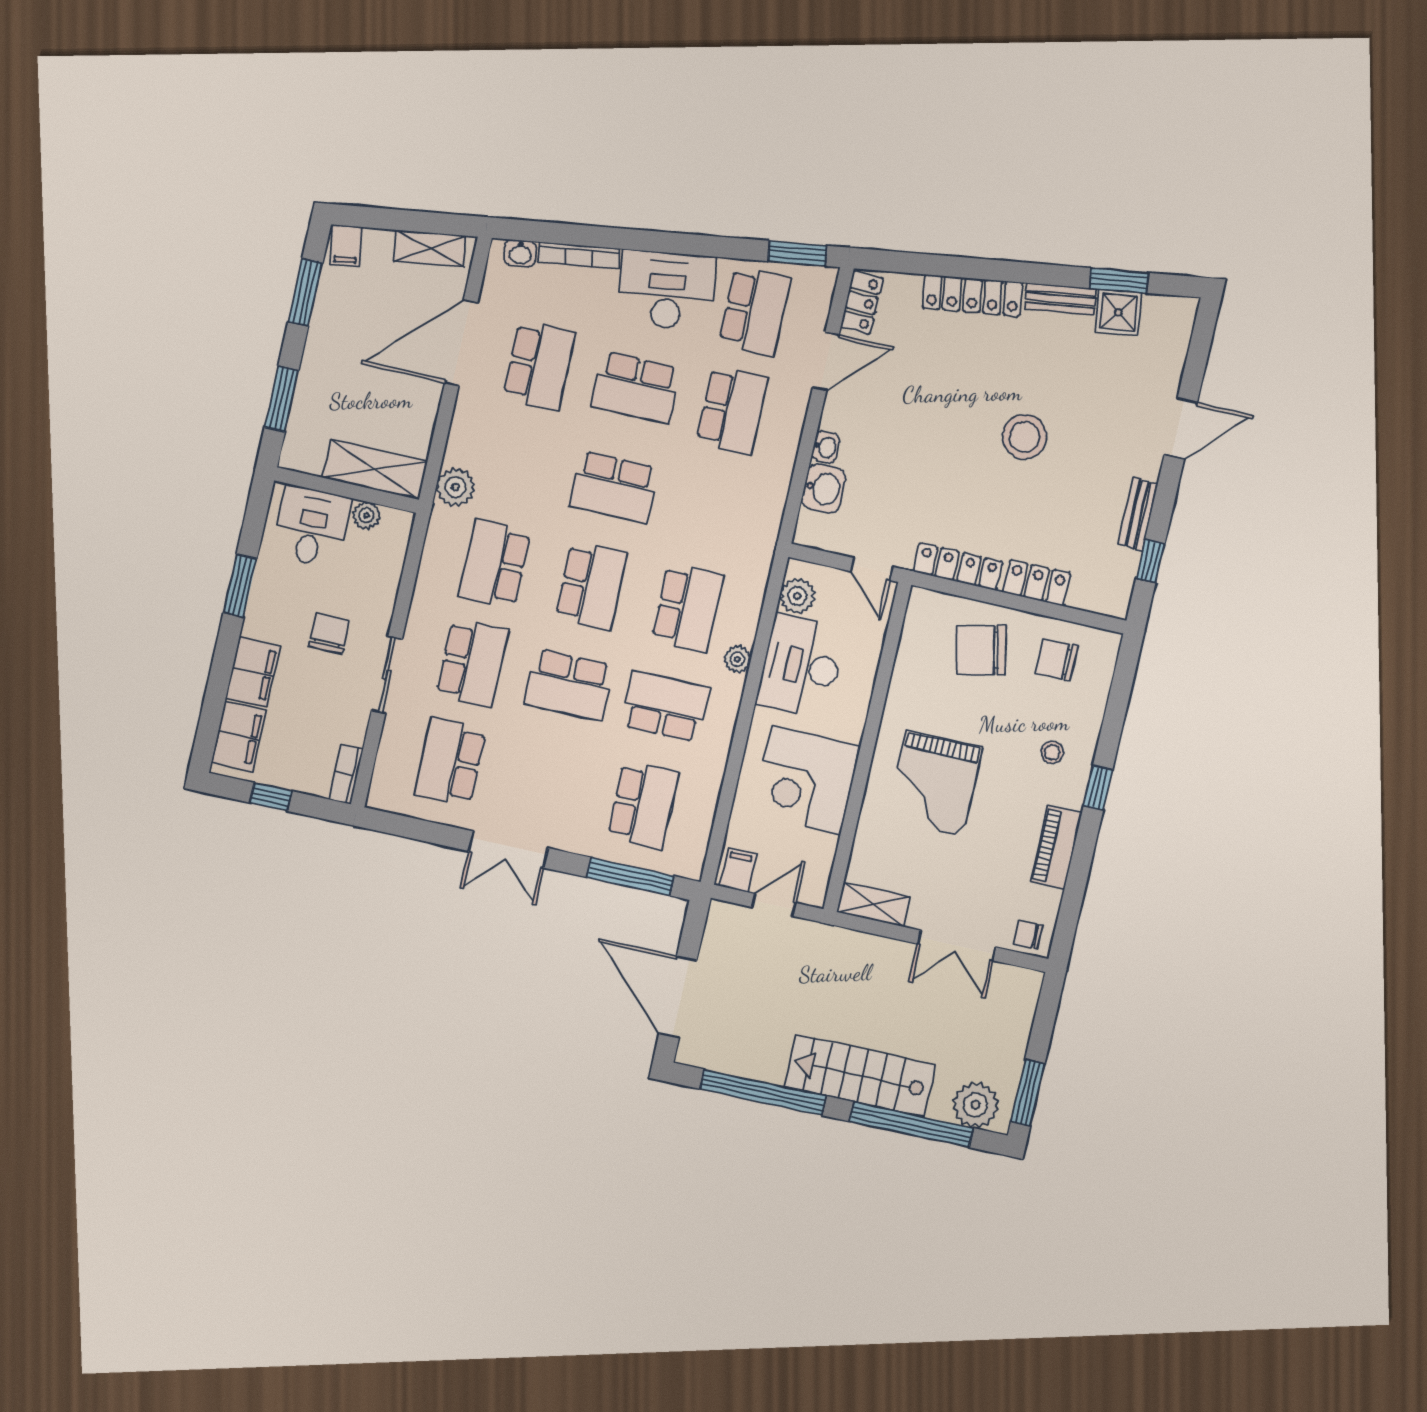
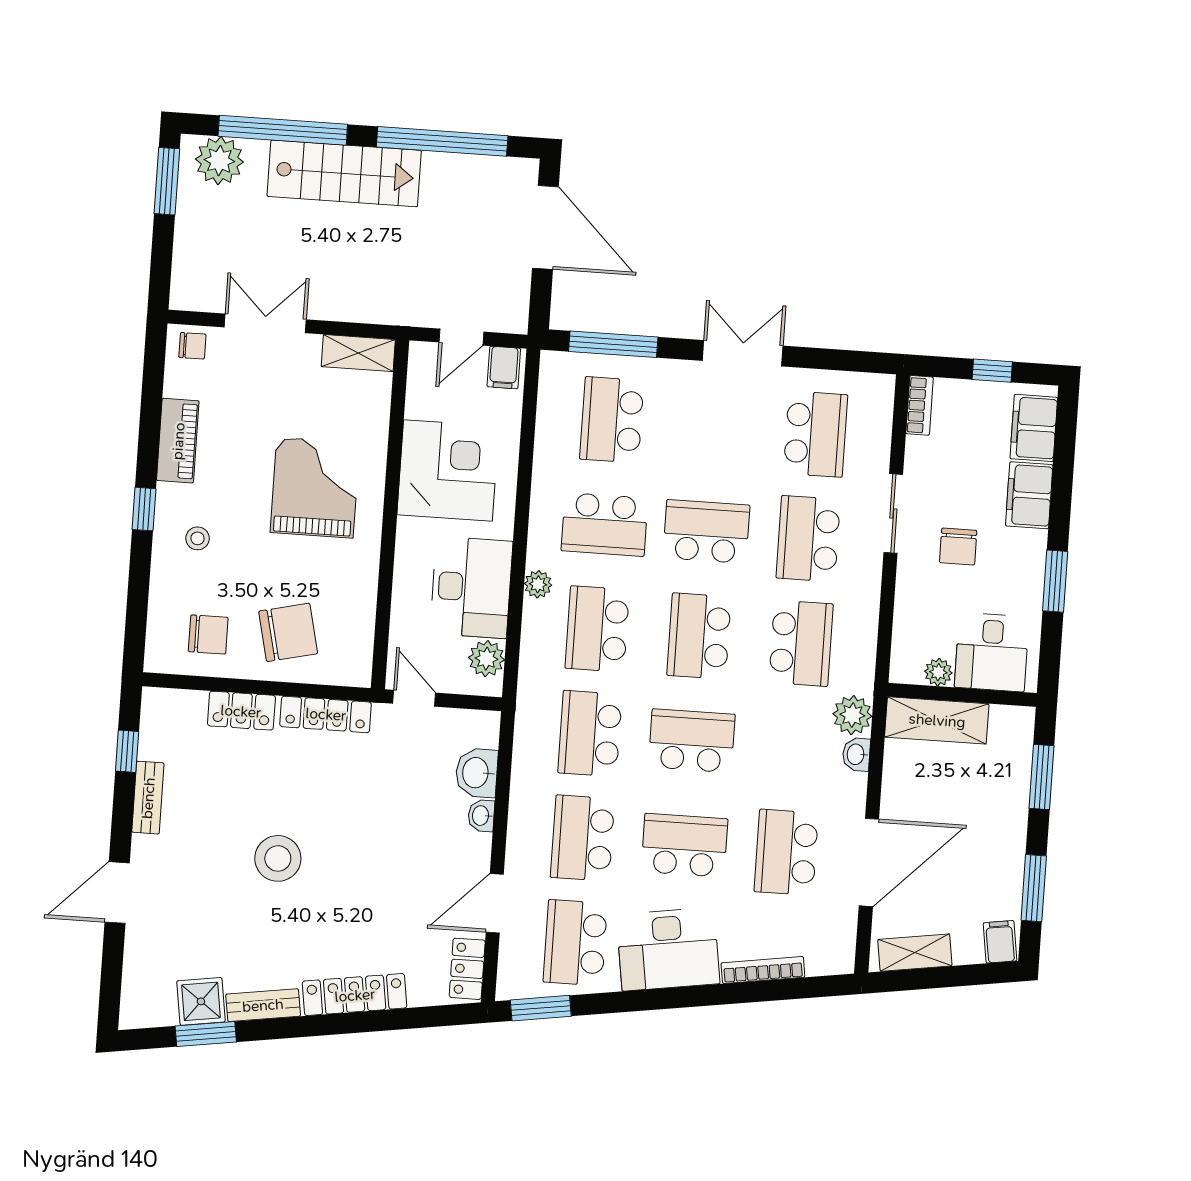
washbasin: (520, 253) -> (856, 754), moved, turned -82
school desk: (710, 509) -> (590, 734), added

